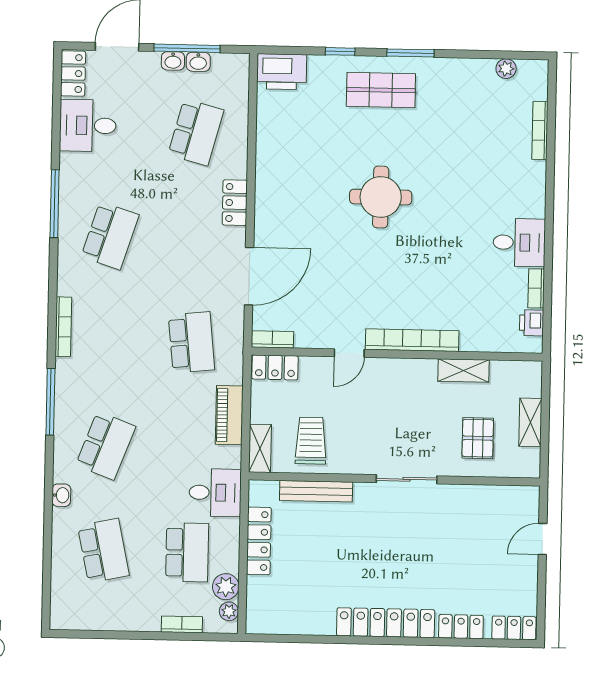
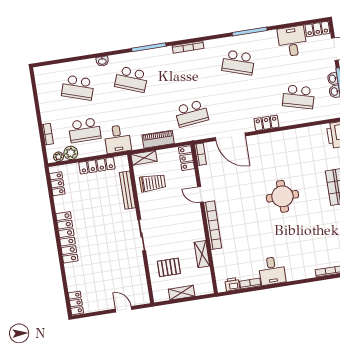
school desk: (103, 551) -> (78, 88), turned 30
locker: (461, 627) -> (57, 184), moved

